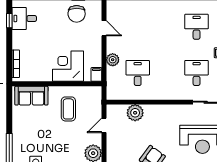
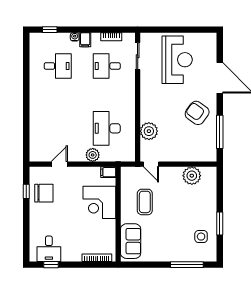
desk: (197, 27) -> (58, 66), turned 180
desk: (138, 73) -> (107, 128), width x1.37
coffee table: (68, 109) -> (145, 202), turned 90
door: (104, 125) -> (151, 164), moved

